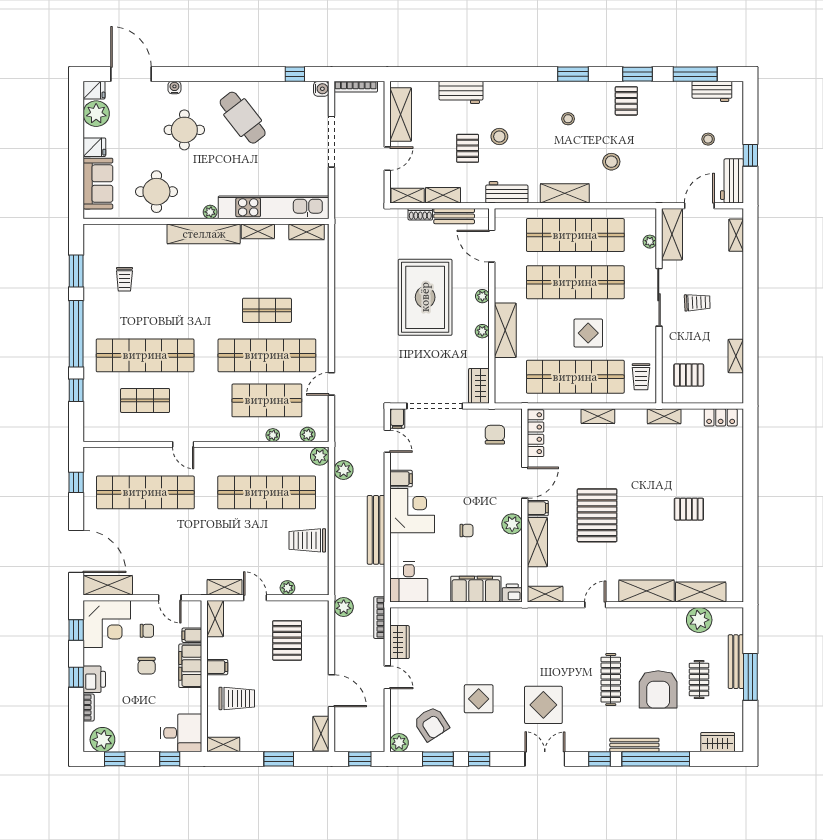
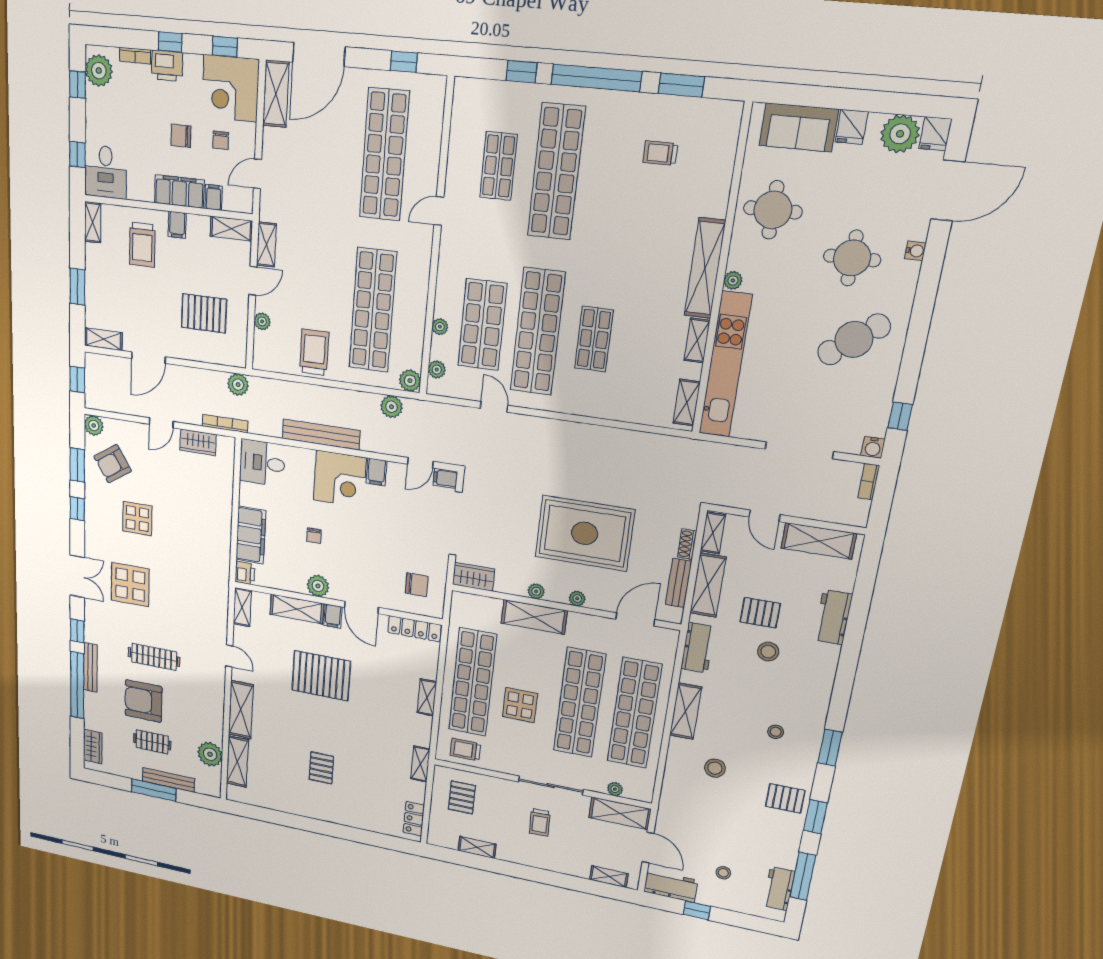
bookcase: (356, 87) -> (869, 482), width x0.64
shelving: (443, 195) -> (708, 585), width x1.50, depth x1.33

